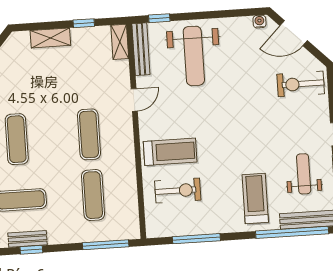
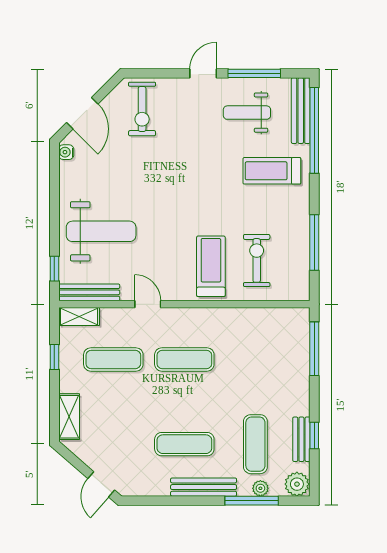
shelving: (50, 38) -> (69, 417), moved
exercise mat: (93, 195) -> (113, 359), moved

